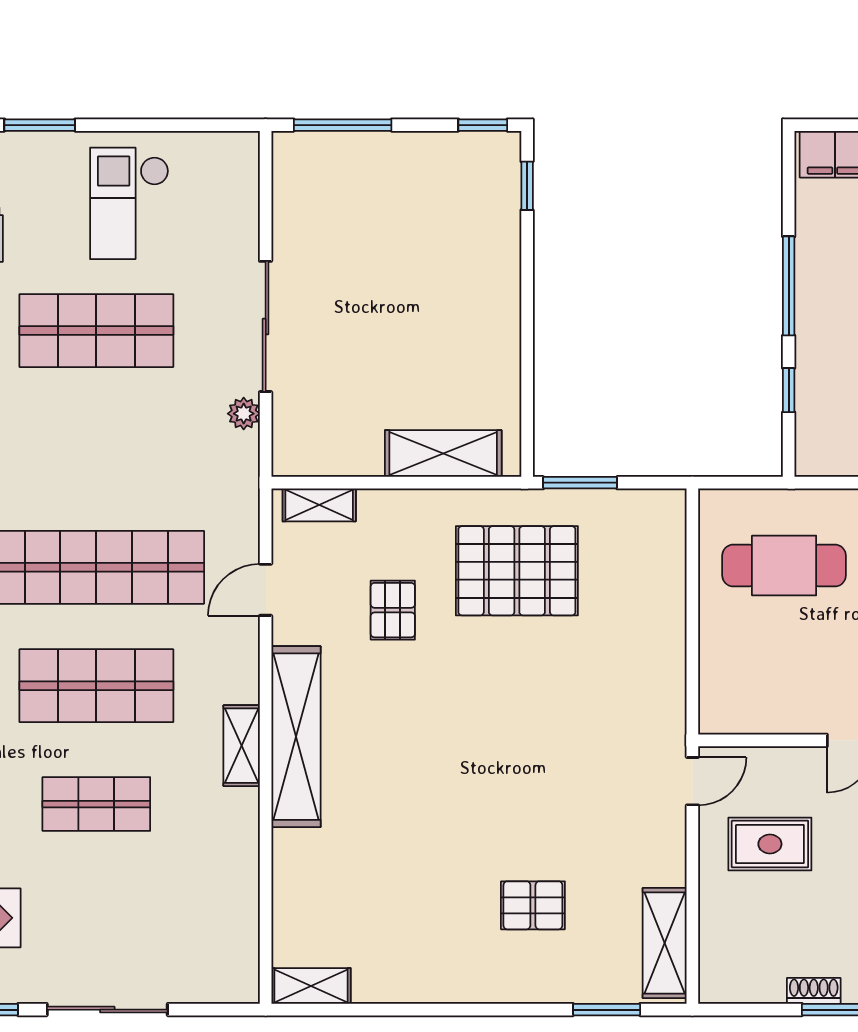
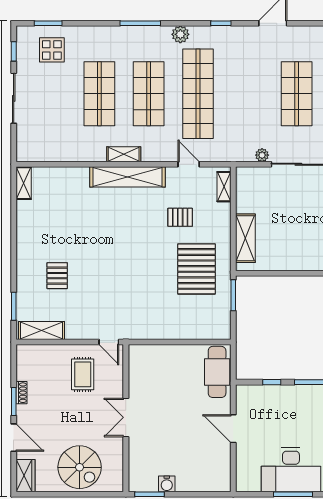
cafe table: (784, 566) -> (217, 372), moved
shop shelf: (96, 804) -> (99, 94), width x1.43, depth x1.36

